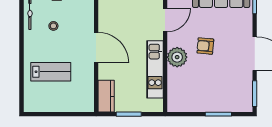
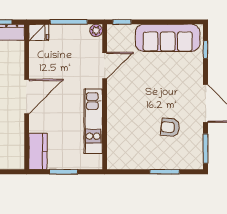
armchair: (205, 46) -> (170, 127), moved
door: (96, 47) -> (27, 96), hinge flipped
plant: (177, 57) -> (118, 107), removed

